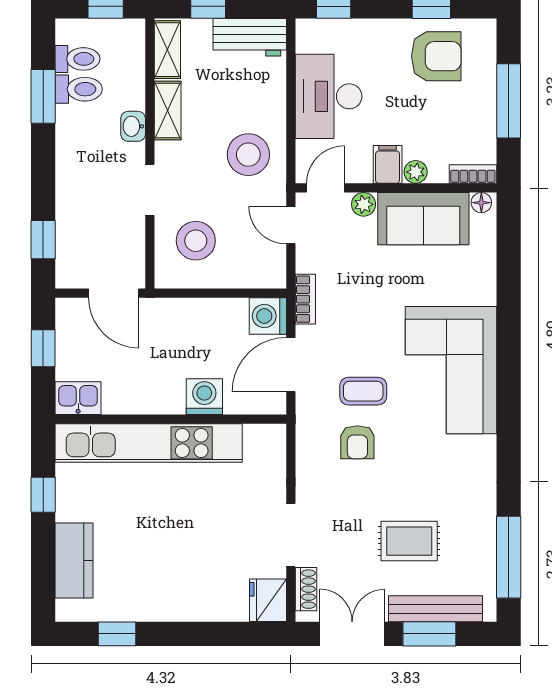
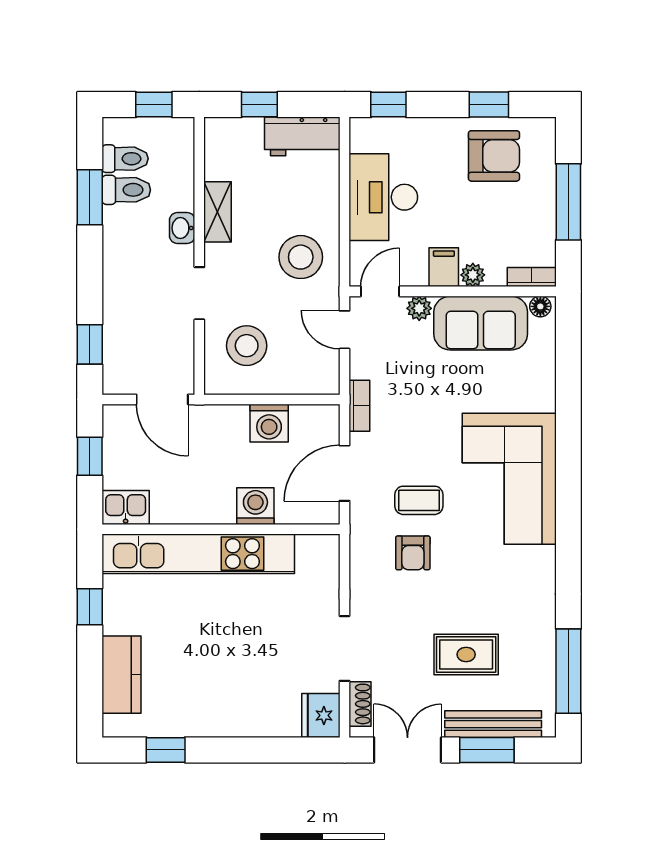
shelving: (167, 50) -> (217, 149), removed
washing machine: (268, 316) -> (269, 423), moved, turned -90

